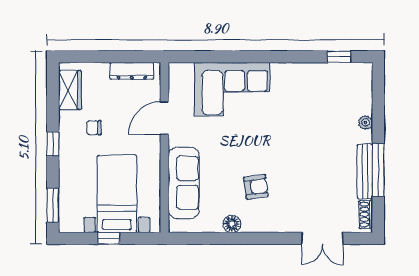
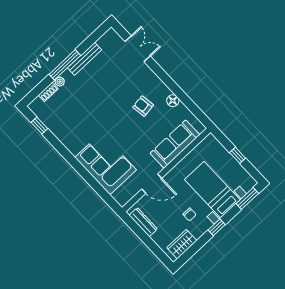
window: (378, 170) -> (65, 65), moved
bed with nightstands: (117, 194) -> (212, 190), moved, turned 90
shoe rack: (366, 214) -> (48, 92), moved

